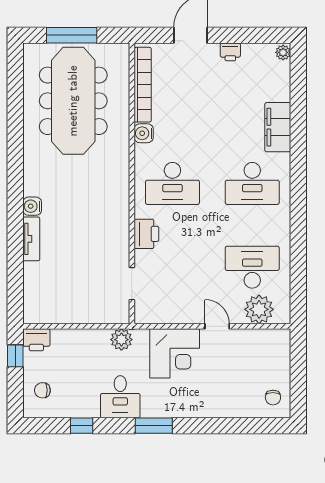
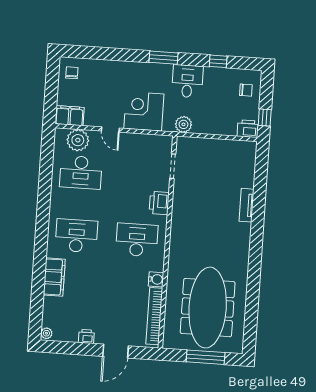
water cooler: (32, 206) -> (244, 230), removed
filing cabinet: (272, 341) -> (70, 116), added

